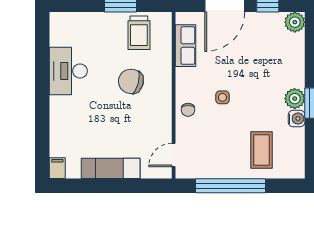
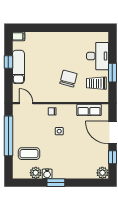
desk: (68, 71) -> (98, 56), moved, turned 90
plant: (295, 99) -> (36, 173), moved
window: (102, 186) -> (8, 62), added

